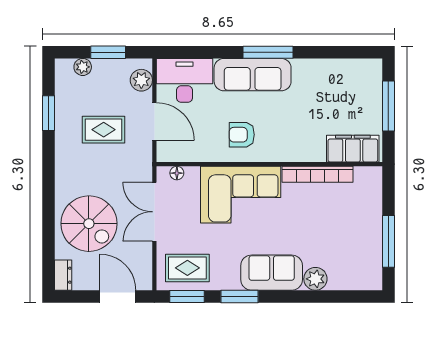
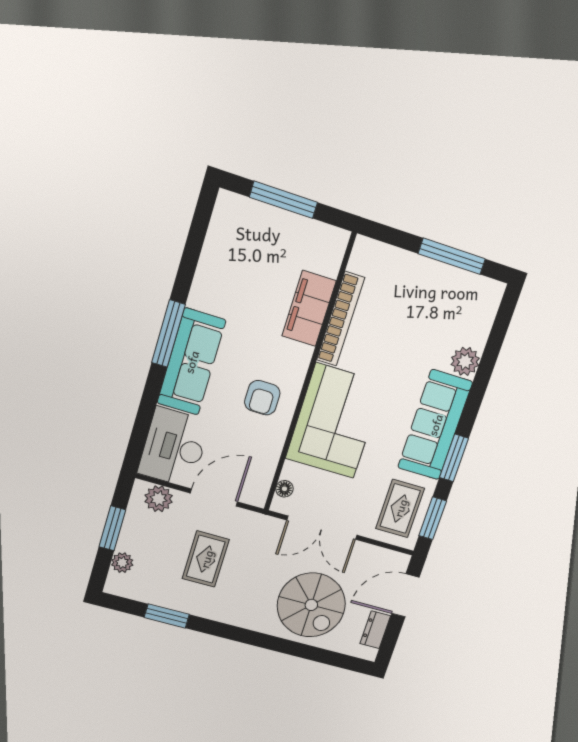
filing cabinet: (353, 149) -> (309, 308), moved
spiral stairs: (89, 224) -> (311, 605), turned 90
sofa: (272, 273) -> (435, 425), width x1.36
dresser: (63, 275) -> (375, 630), moved, turned -90

